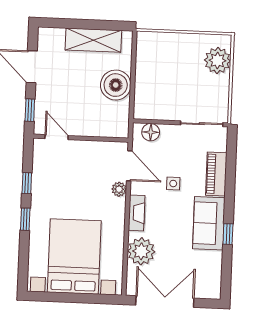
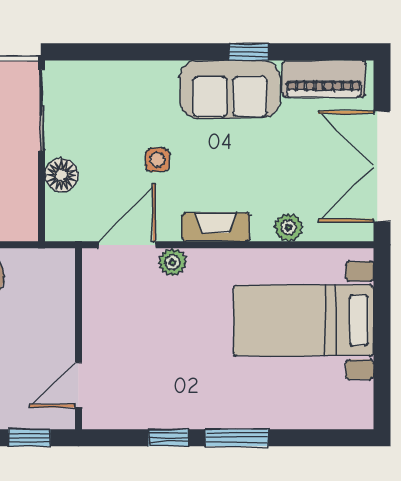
floor lamp: (151, 132) -> (62, 175), moved
piano: (216, 174) -> (324, 79), moved
window: (25, 219) -> (237, 438), width x1.50
plant: (141, 251) -> (289, 227), width x0.53, depth x0.53
bed with nightstands: (74, 256) -> (304, 320), width x0.73

